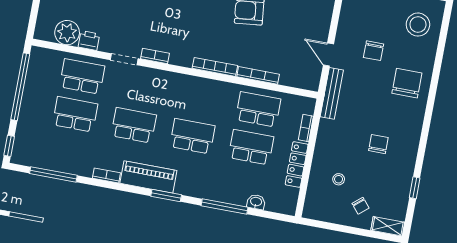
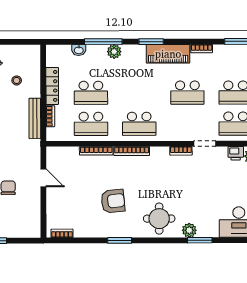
bench: (332, 93) -> (35, 118), moved
school desk: (192, 136) -> (139, 124), moved
plant: (213, 192) -> (114, 52), added

